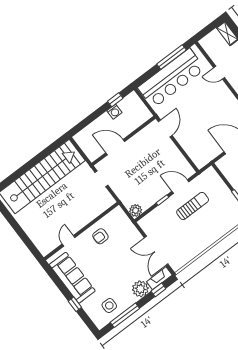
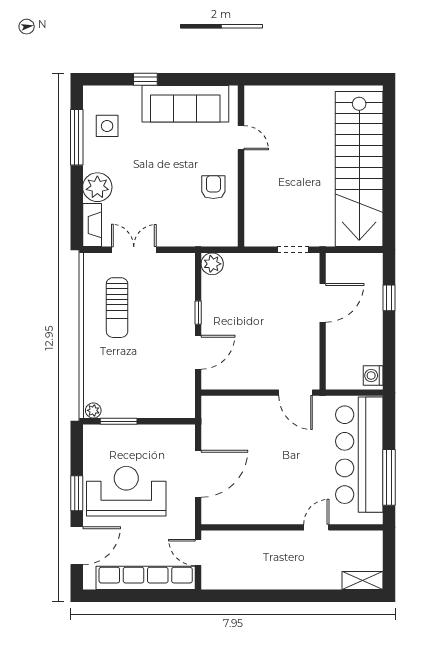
window: (115, 100) -> (389, 298), moved
washing machine: (114, 112) -> (373, 375), moved
sun lounger: (193, 206) -> (117, 308), moved
double door: (156, 251) -> (134, 250), width x0.73
window: (158, 290) -> (77, 211), removed

